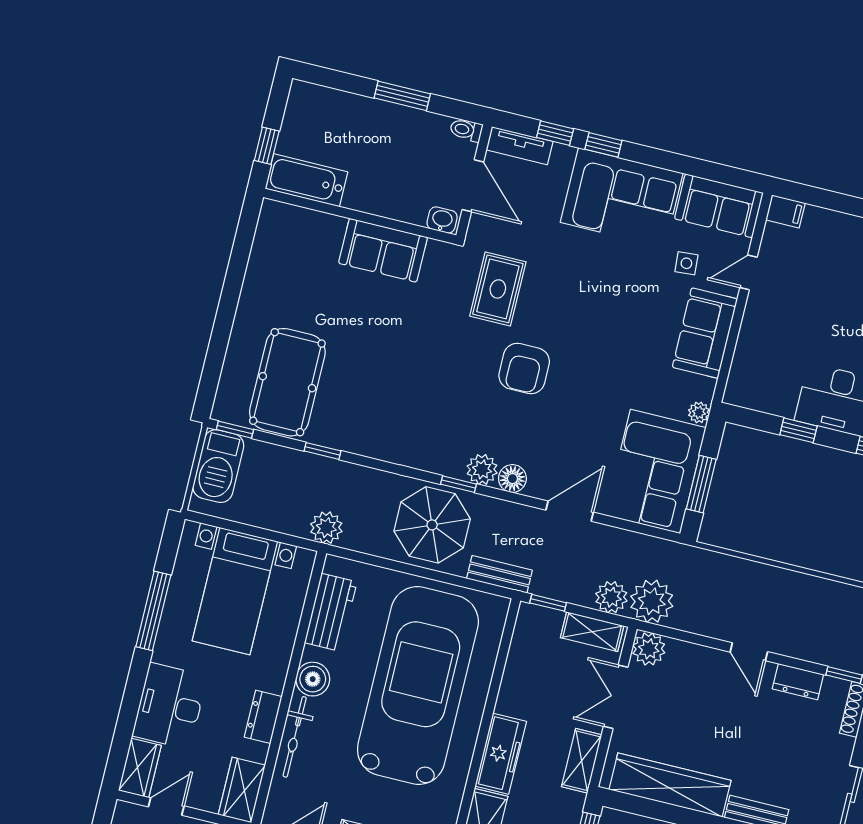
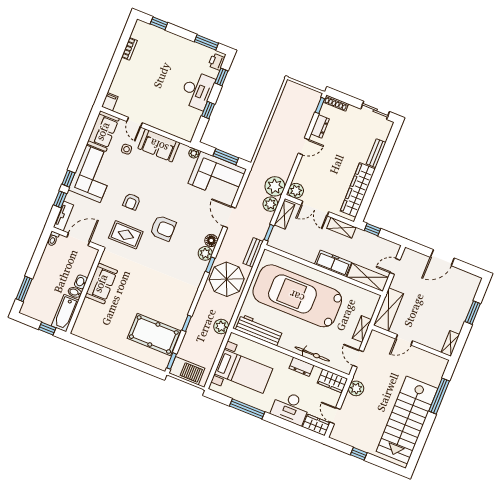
window: (402, 96) -> (24, 289), moved
bidet: (355, 195) -> (75, 292), added
washbasin: (442, 220) -> (81, 282), moved
armchair: (573, 291) -> (132, 202), added
workbench: (331, 612) -> (259, 330), width x1.38
boiler: (313, 679) -> (288, 342), removed

